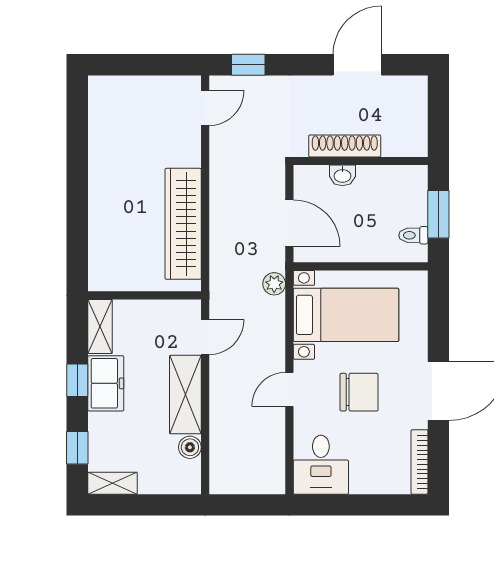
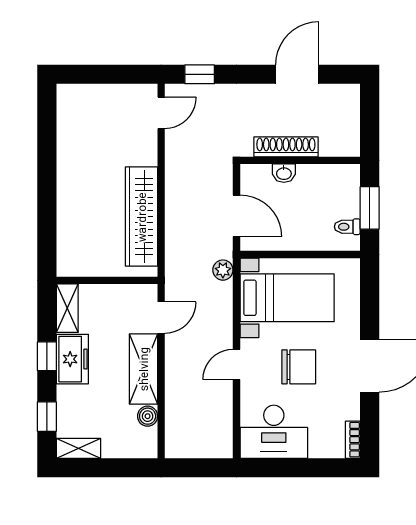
bookcase: (420, 462) -> (353, 440), width x0.64
desk: (321, 465) -> (274, 432), width x1.37

